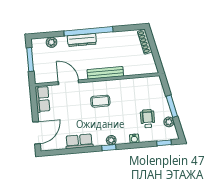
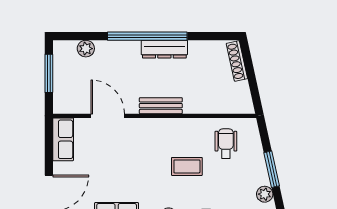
dresser: (82, 40) -> (164, 49), moved
bench: (105, 73) -> (161, 106), width x0.73
coffee table: (100, 101) -> (187, 166), moved
wheelchair: (148, 119) -> (226, 144), moved

